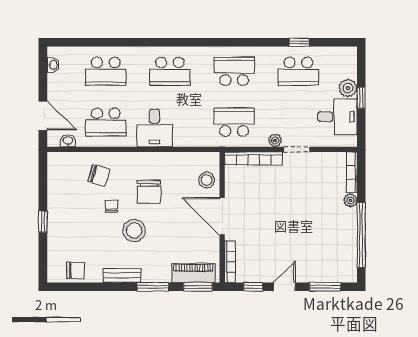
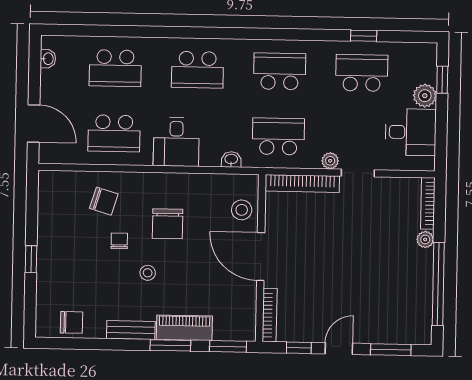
school desk: (298, 71) -> (362, 73), turned 180
window: (361, 98) -> (442, 80), moved
washbasin: (68, 141) -> (231, 159), moved
stool: (134, 231) -> (148, 273), width x0.53, depth x0.53
piano: (194, 273) -> (184, 328), moved

